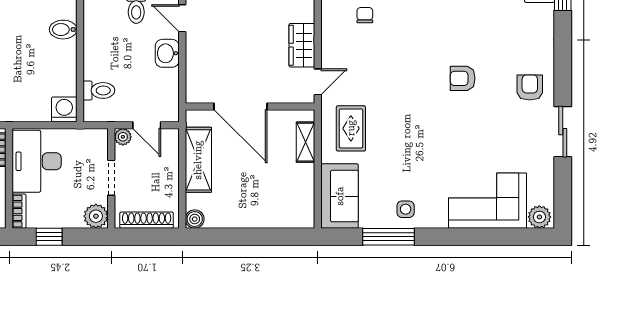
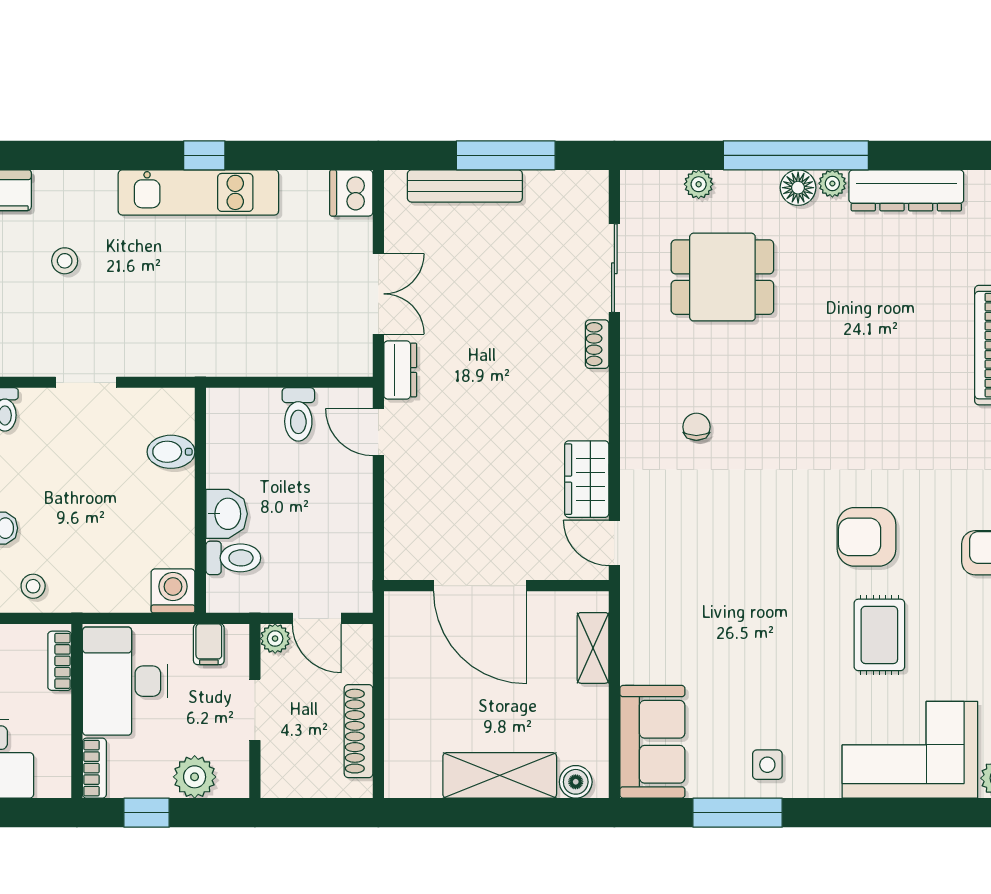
washbasin: (167, 53) -> (227, 514), moved, turned 180
armchair: (463, 78) -> (867, 537), width x1.38, depth x1.38
door: (318, 82) -> (614, 543), swing flipped
rug: (351, 128) -> (879, 635), moved
filing cabinet: (85, 140) -> (209, 644), added
shelving: (198, 160) -> (500, 775), moved, turned 90
plant: (96, 216) -> (195, 777), moved
boiler: (195, 219) -> (576, 782), moved
shoe rack: (147, 220) -> (359, 731), moved, turned -90

